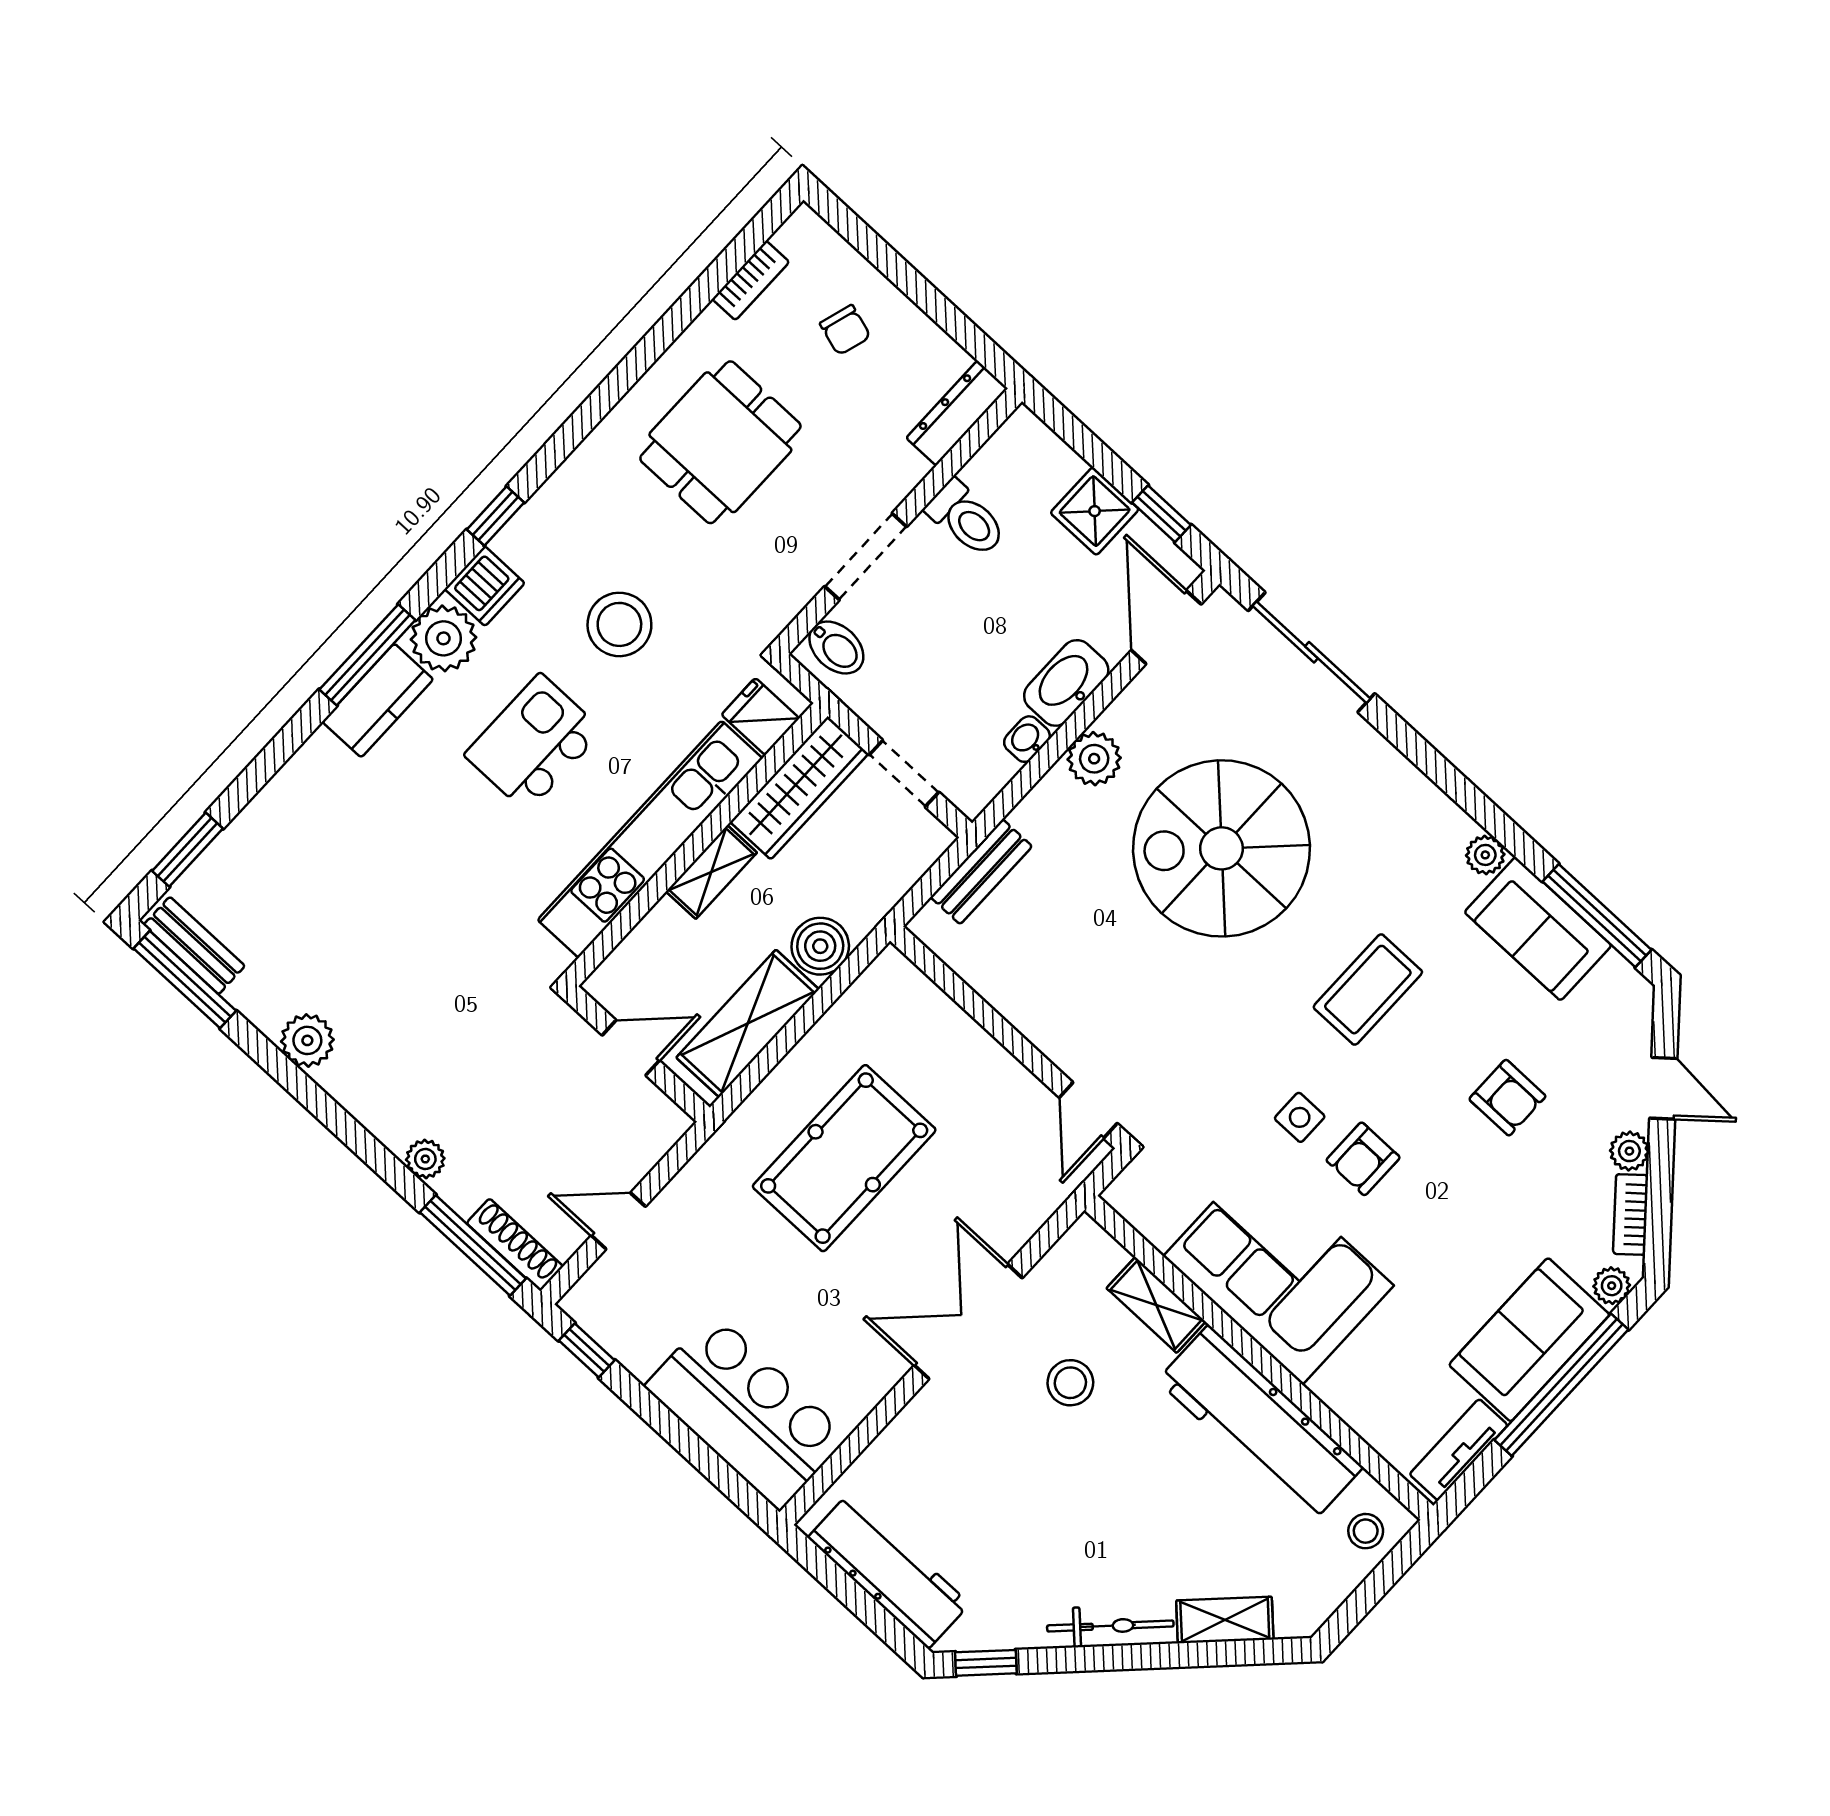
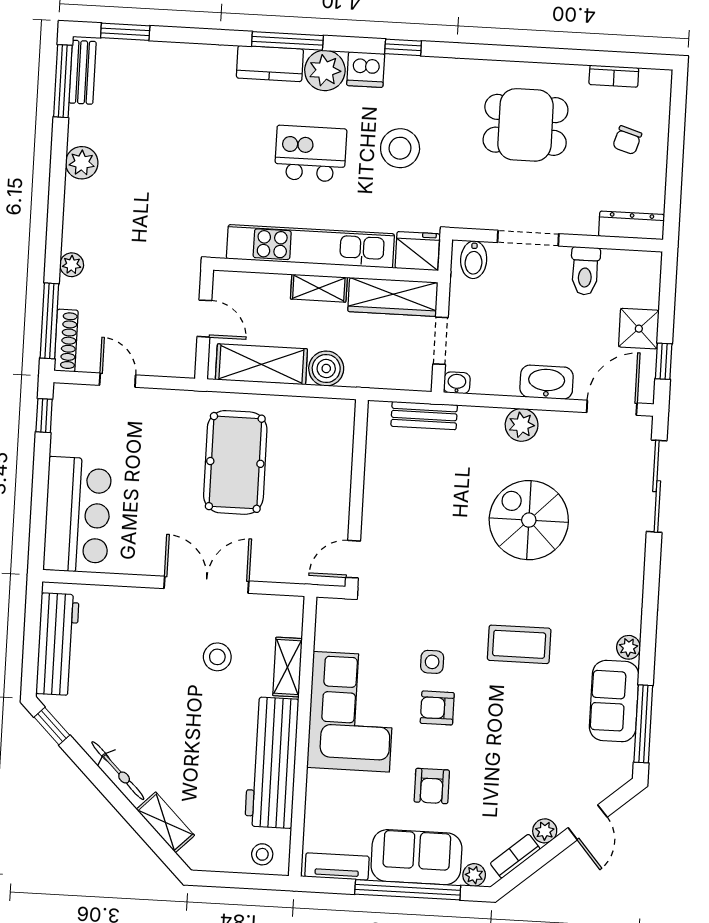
fridge: (760, 717) -> (417, 251), width x1.38
washbasin: (1027, 739) -> (457, 383), moved
spiral stairs: (1222, 848) -> (529, 520), width x0.73, depth x0.73
armchair: (1507, 1098) -> (432, 786), moved
pool table: (844, 1158) -> (235, 462), turned 90

